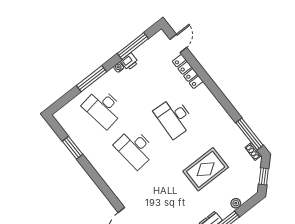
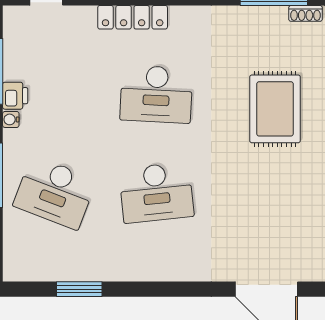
locker: (188, 71) -> (133, 17), moved
desk: (103, 108) -> (55, 193), turned 30

